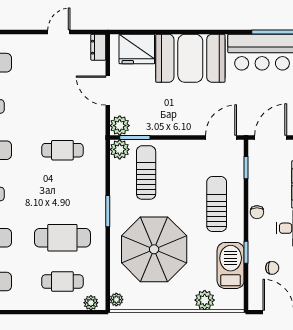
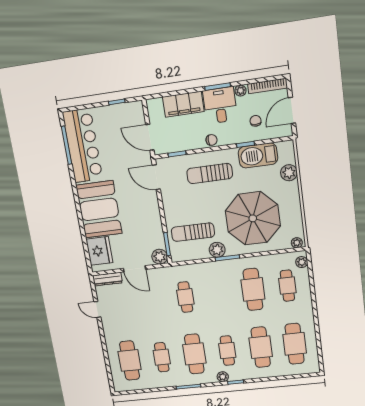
dresser: (98, 47) -> (108, 279), width x1.44
door: (108, 91) -> (135, 269), hinge flipped
plant: (120, 149) -> (217, 250), moved

